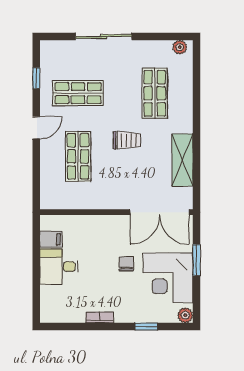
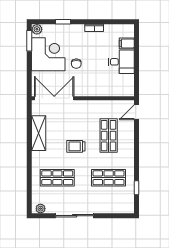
sliding door: (104, 36) -> (75, 216), moved
shop shelf: (155, 93) -> (57, 178), turned 90
door: (36, 128) -> (137, 112), moved
filing cabinet: (51, 239) -> (127, 43), moved
window: (197, 260) -> (29, 41), moved

